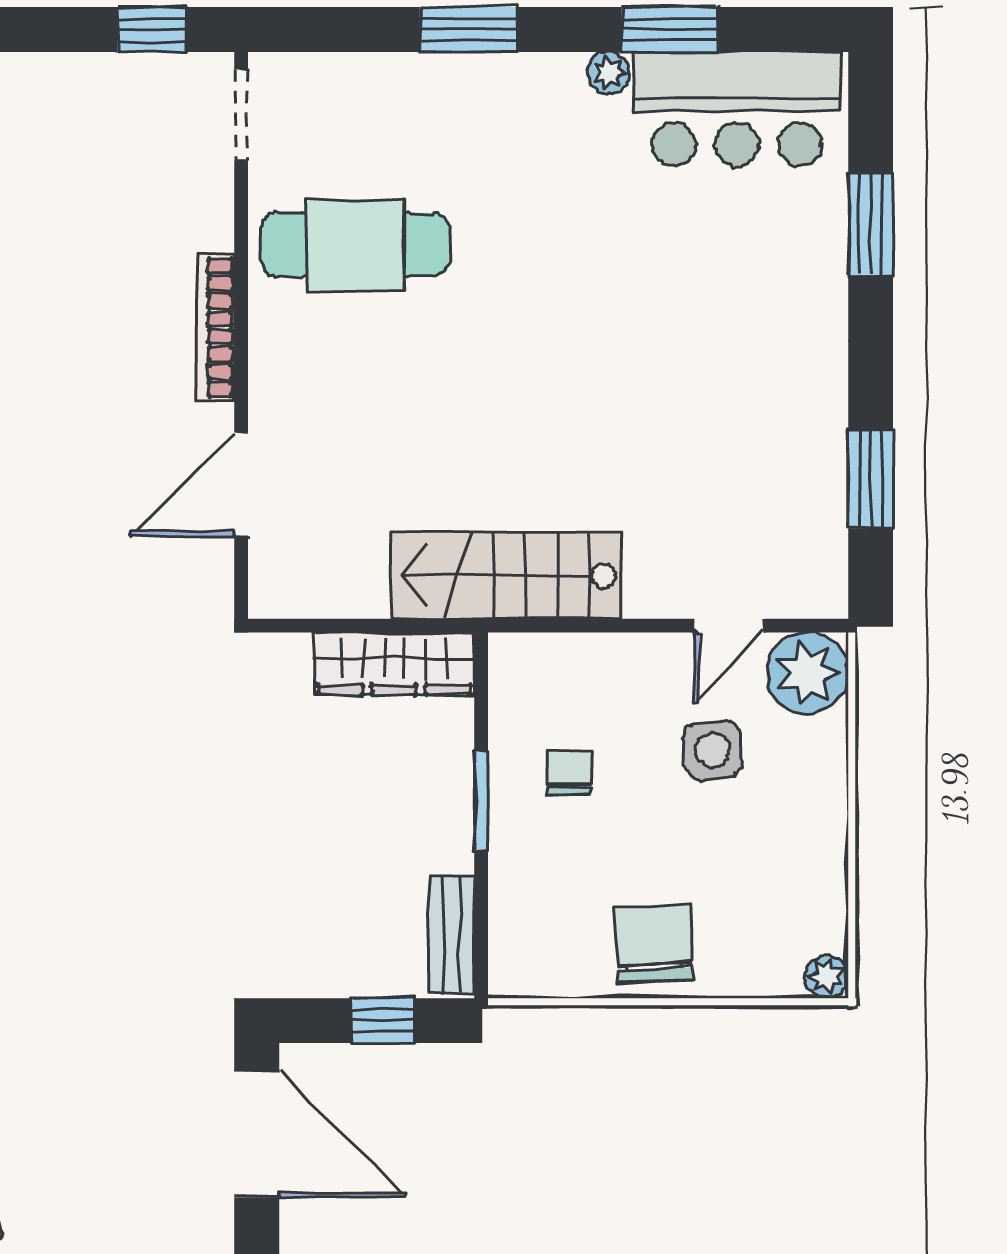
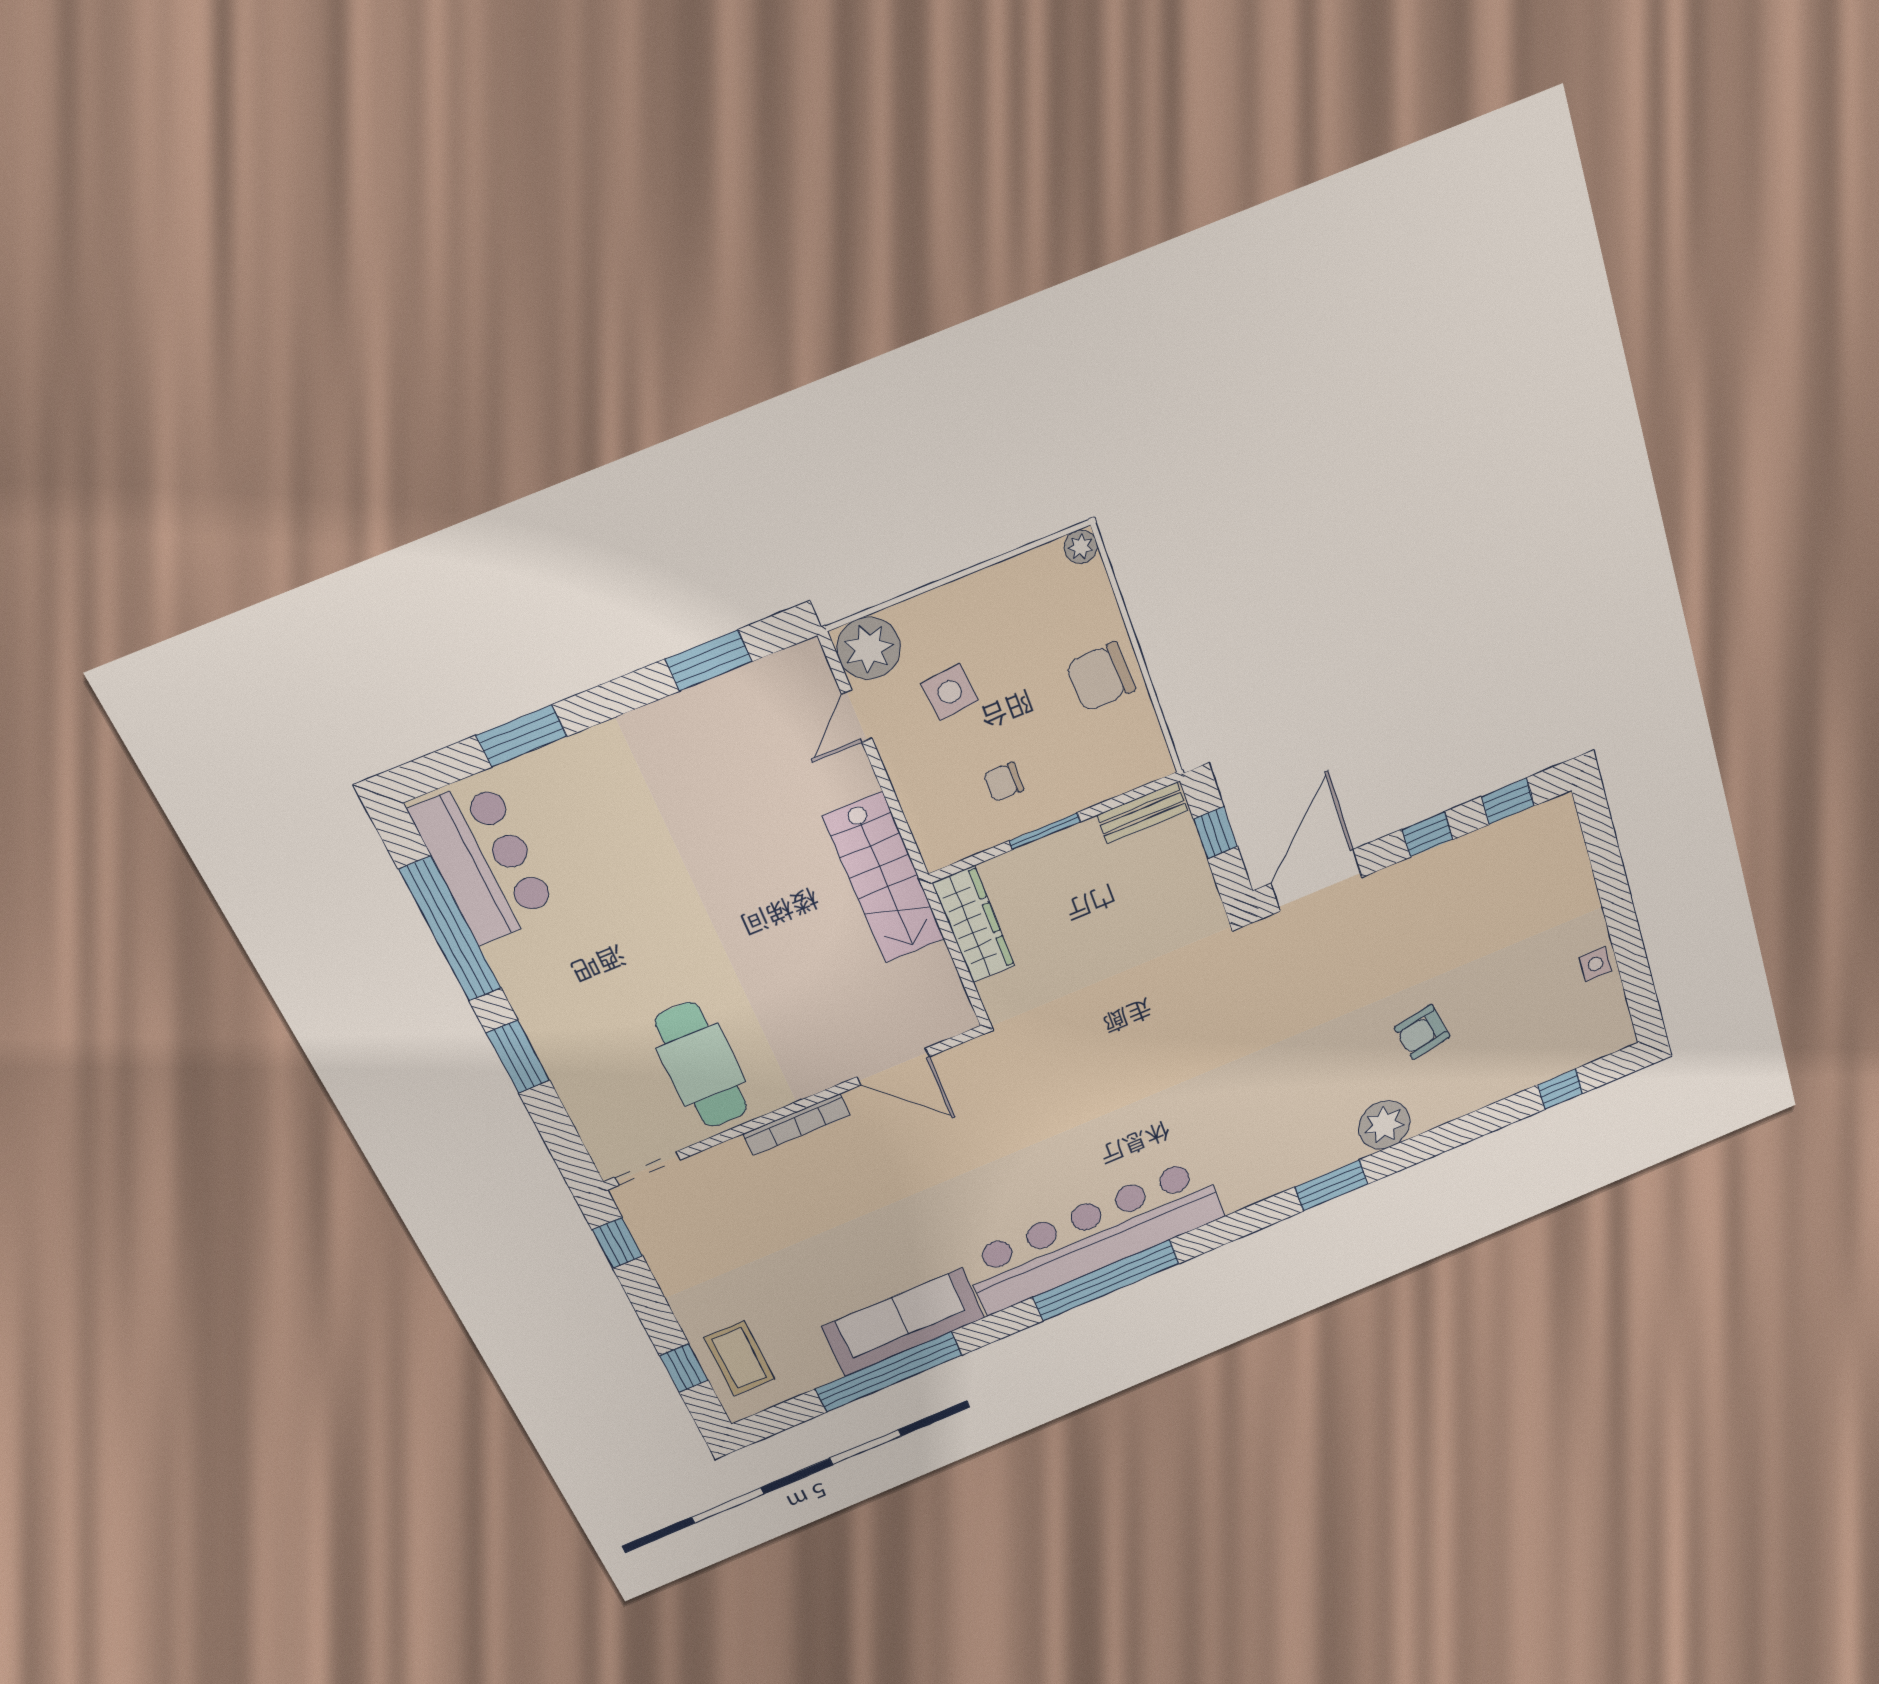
window: (670, 30) -> (450, 929), width x2.11
plant: (608, 73) -> (502, 956), removed
door: (729, 626) -> (857, 716), swing flipped

